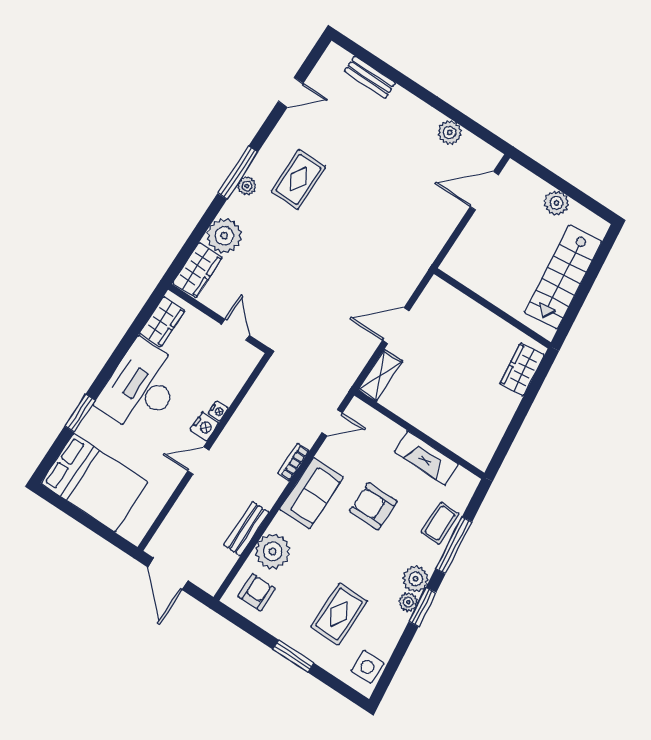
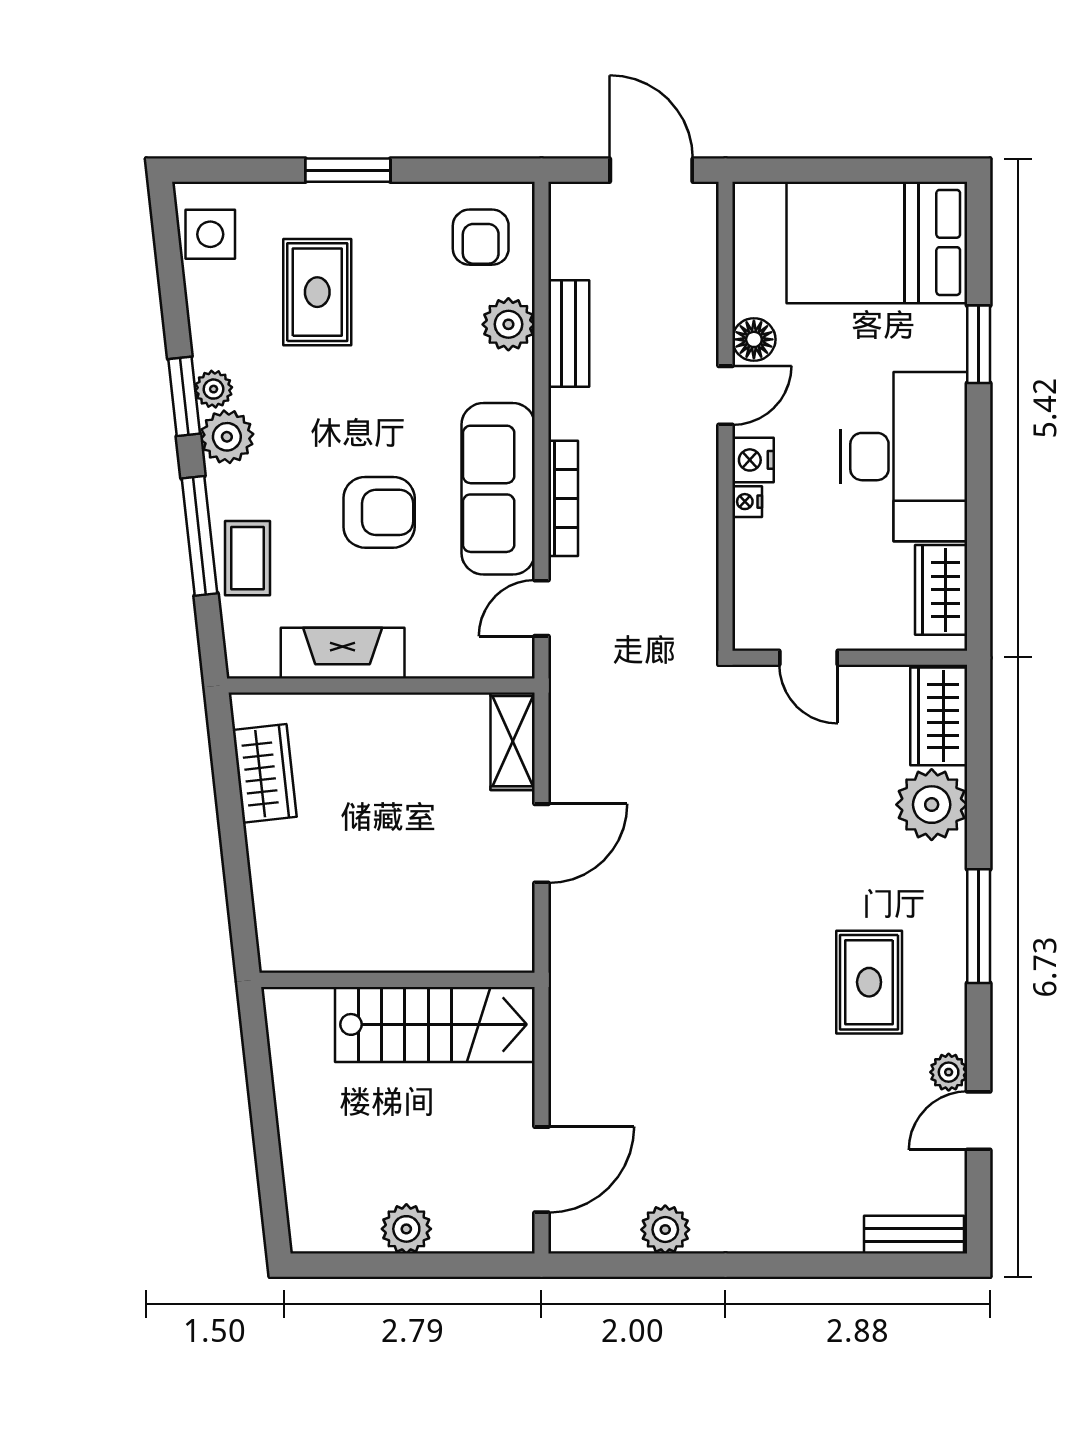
bench: (370, 77) -> (914, 1235), moved
plant: (247, 186) -> (949, 1072), moved
stairs: (563, 277) -> (435, 1024), moved, turned 96
wardrobe: (522, 369) -> (265, 773), moved
bookcase: (293, 462) -> (563, 498), width x1.56
floor lamp: (171, 476) -> (754, 339), added
sofa: (311, 493) -> (498, 489), width x1.36
plant: (273, 551) -> (508, 324), width x0.73, depth x0.73

